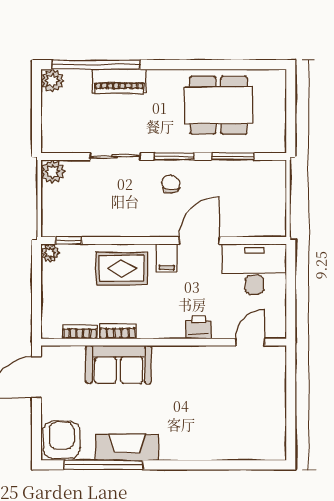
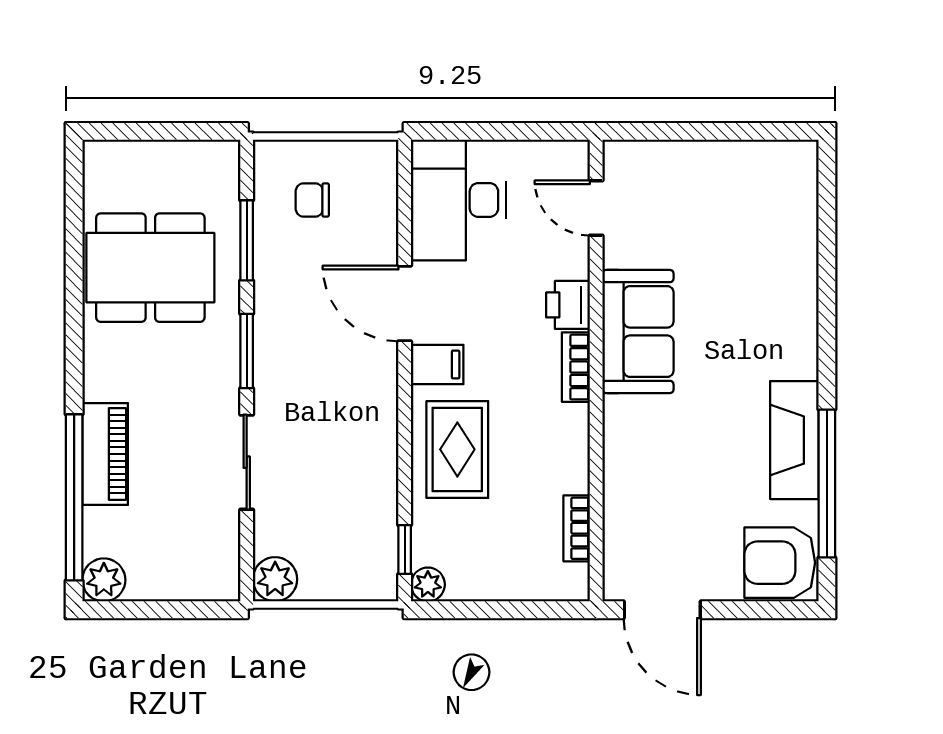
dining table: (218, 105) -> (150, 268), turned 90
chair: (171, 184) -> (312, 200), moved
bookcase: (118, 331) -> (576, 367), moved
sofa: (119, 364) -> (638, 332), moved

